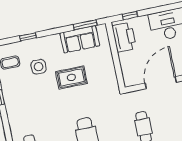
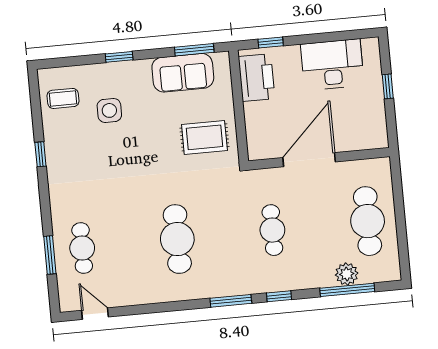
window: (28, 37) -> (119, 57), moved
rug: (71, 77) -> (204, 137), moved

